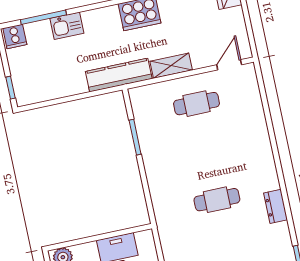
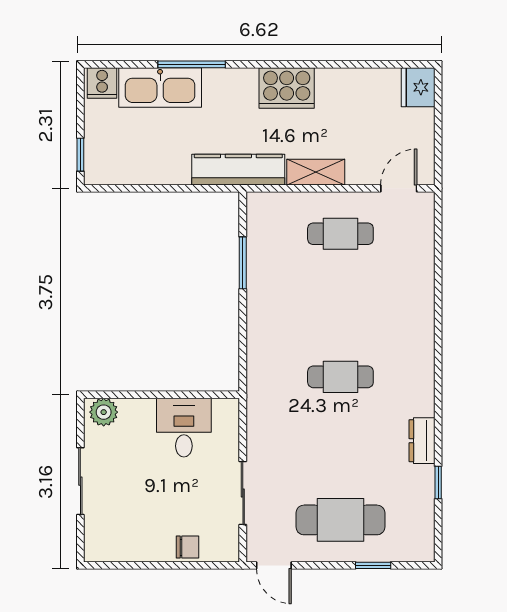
window: (43, 17) -> (192, 64), moved
kitchen sink: (67, 26) -> (160, 88), width x1.88, depth x1.24
dresser: (276, 206) -> (422, 441), moved

